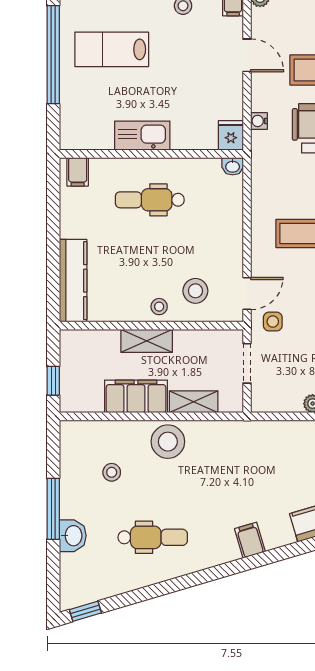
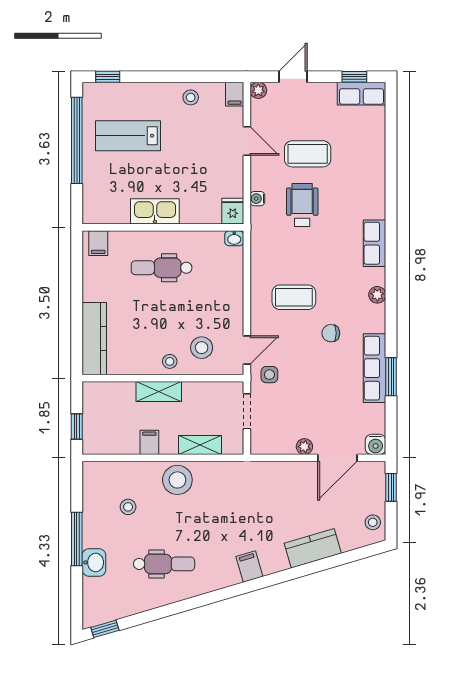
filing cabinet: (136, 396) -> (149, 442), width x0.33, depth x0.86

